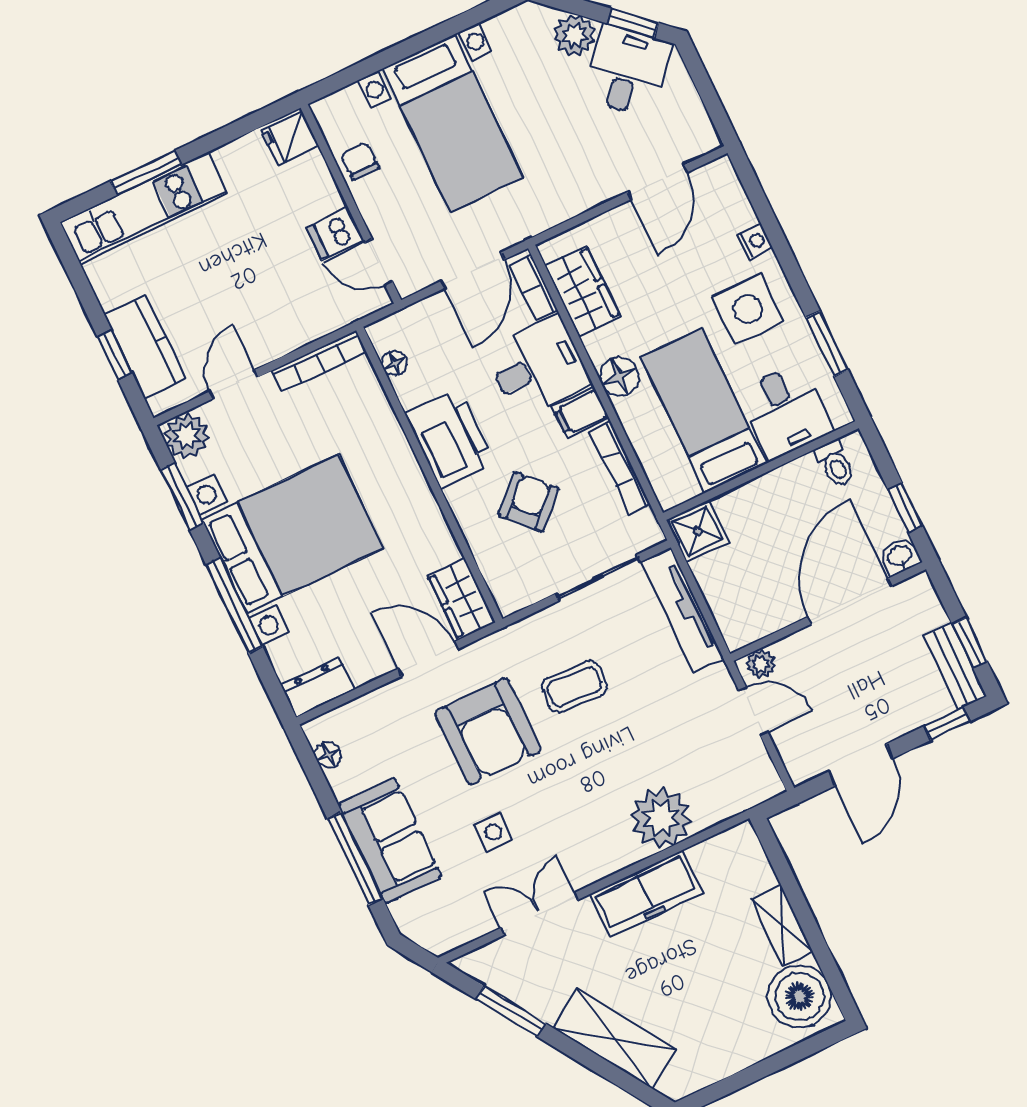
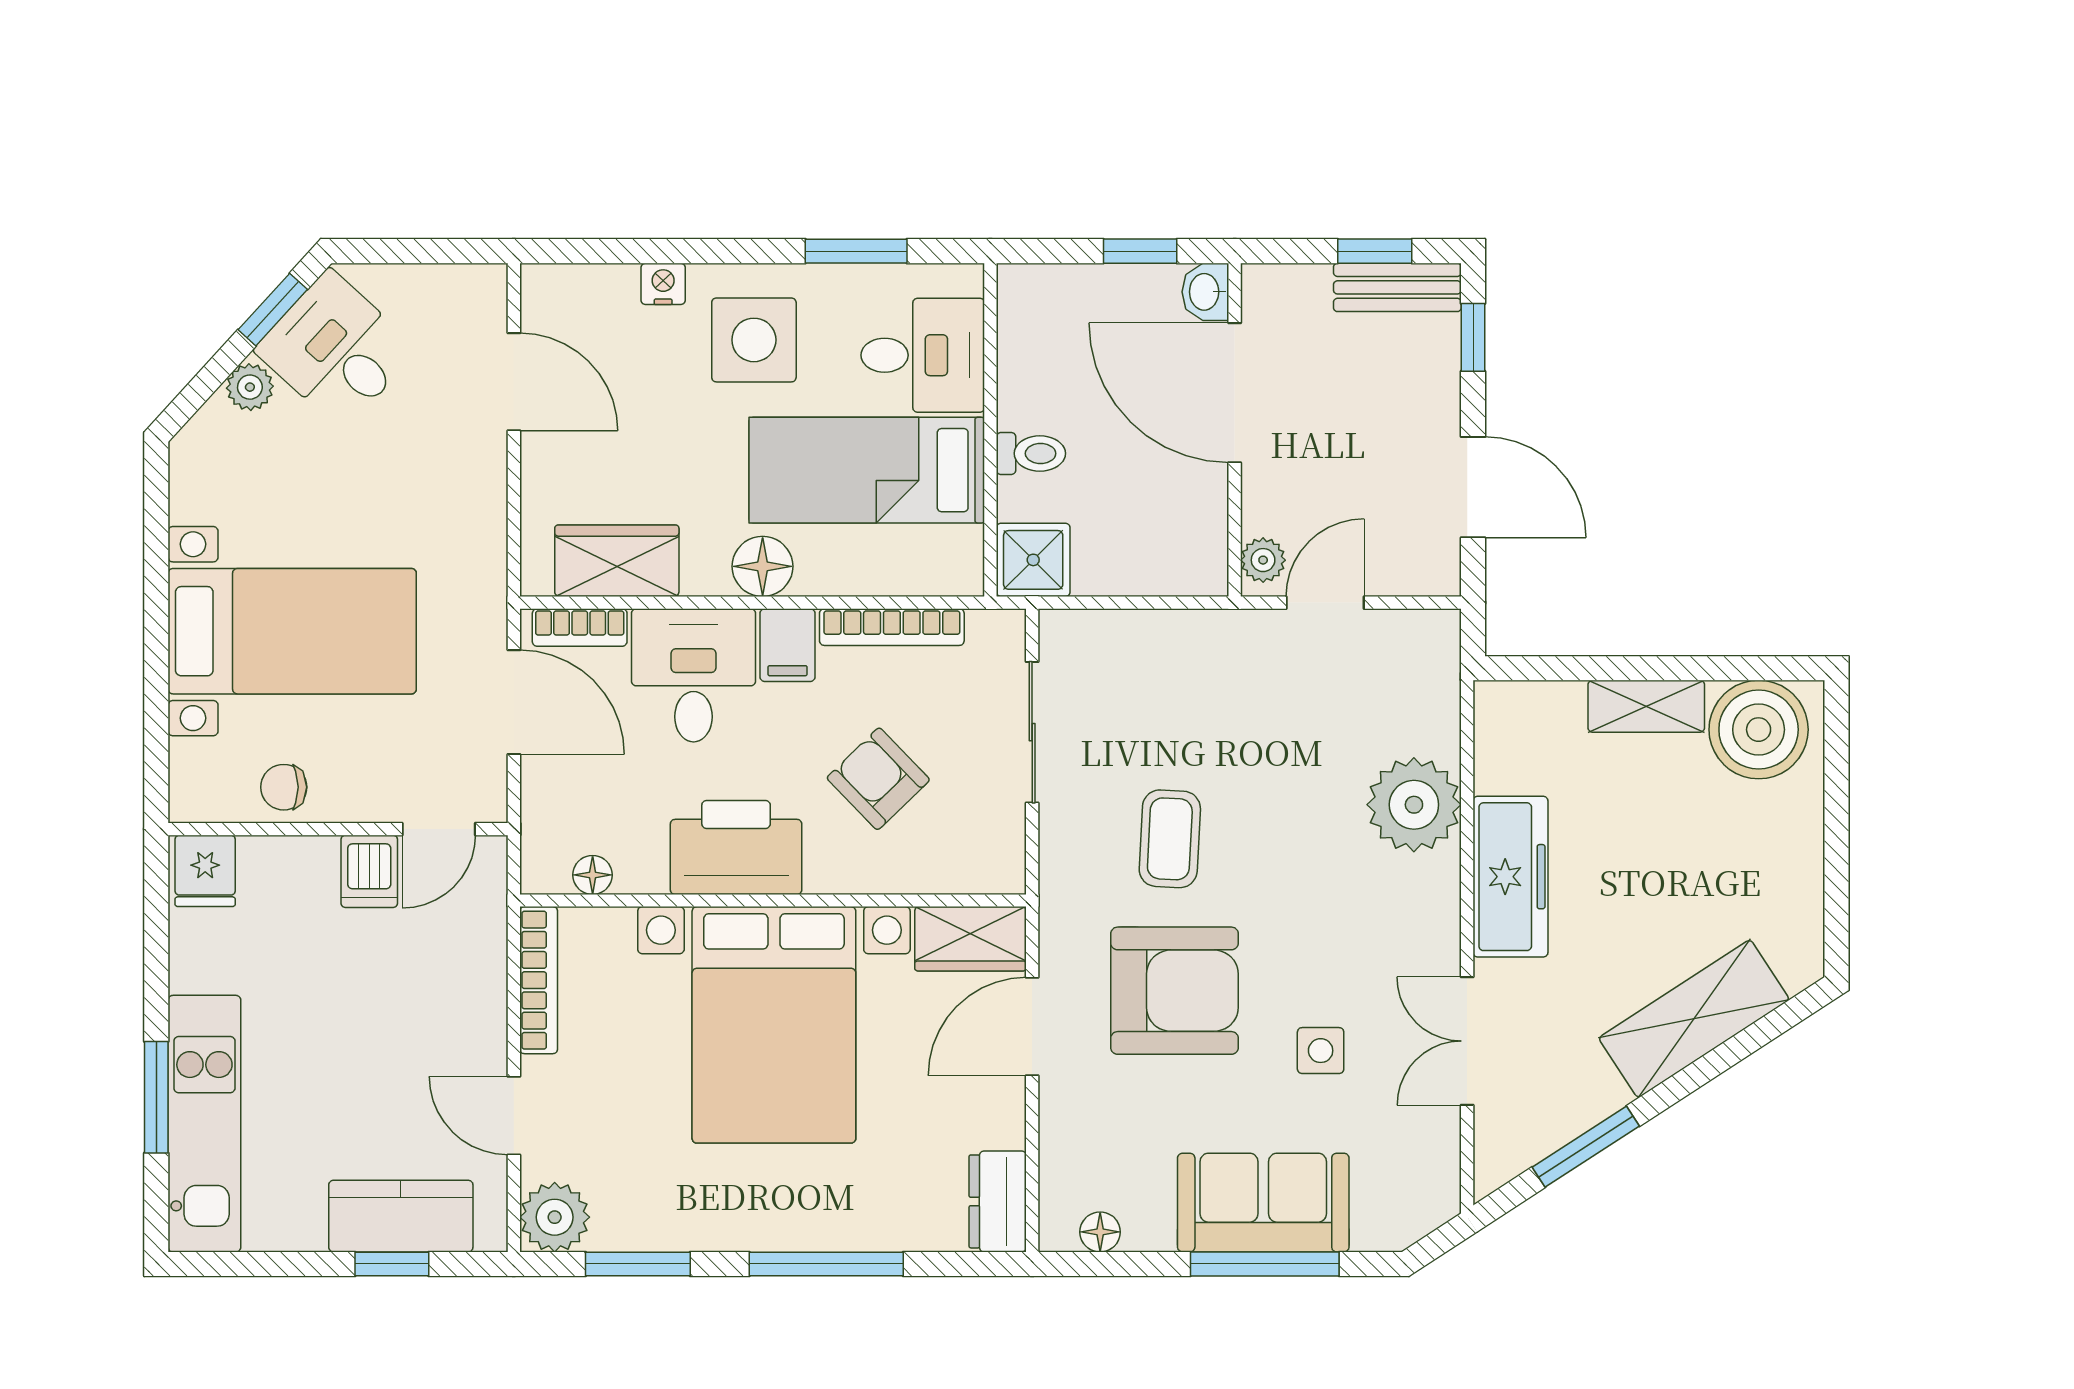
plant: (575, 35) -> (250, 387), width x0.73, depth x0.73
toilet: (836, 464) -> (1031, 453), moved
bed with nightstands: (292, 534) -> (774, 1025), moved, turned 180
tv unit: (682, 610) -> (1135, 635), removed

